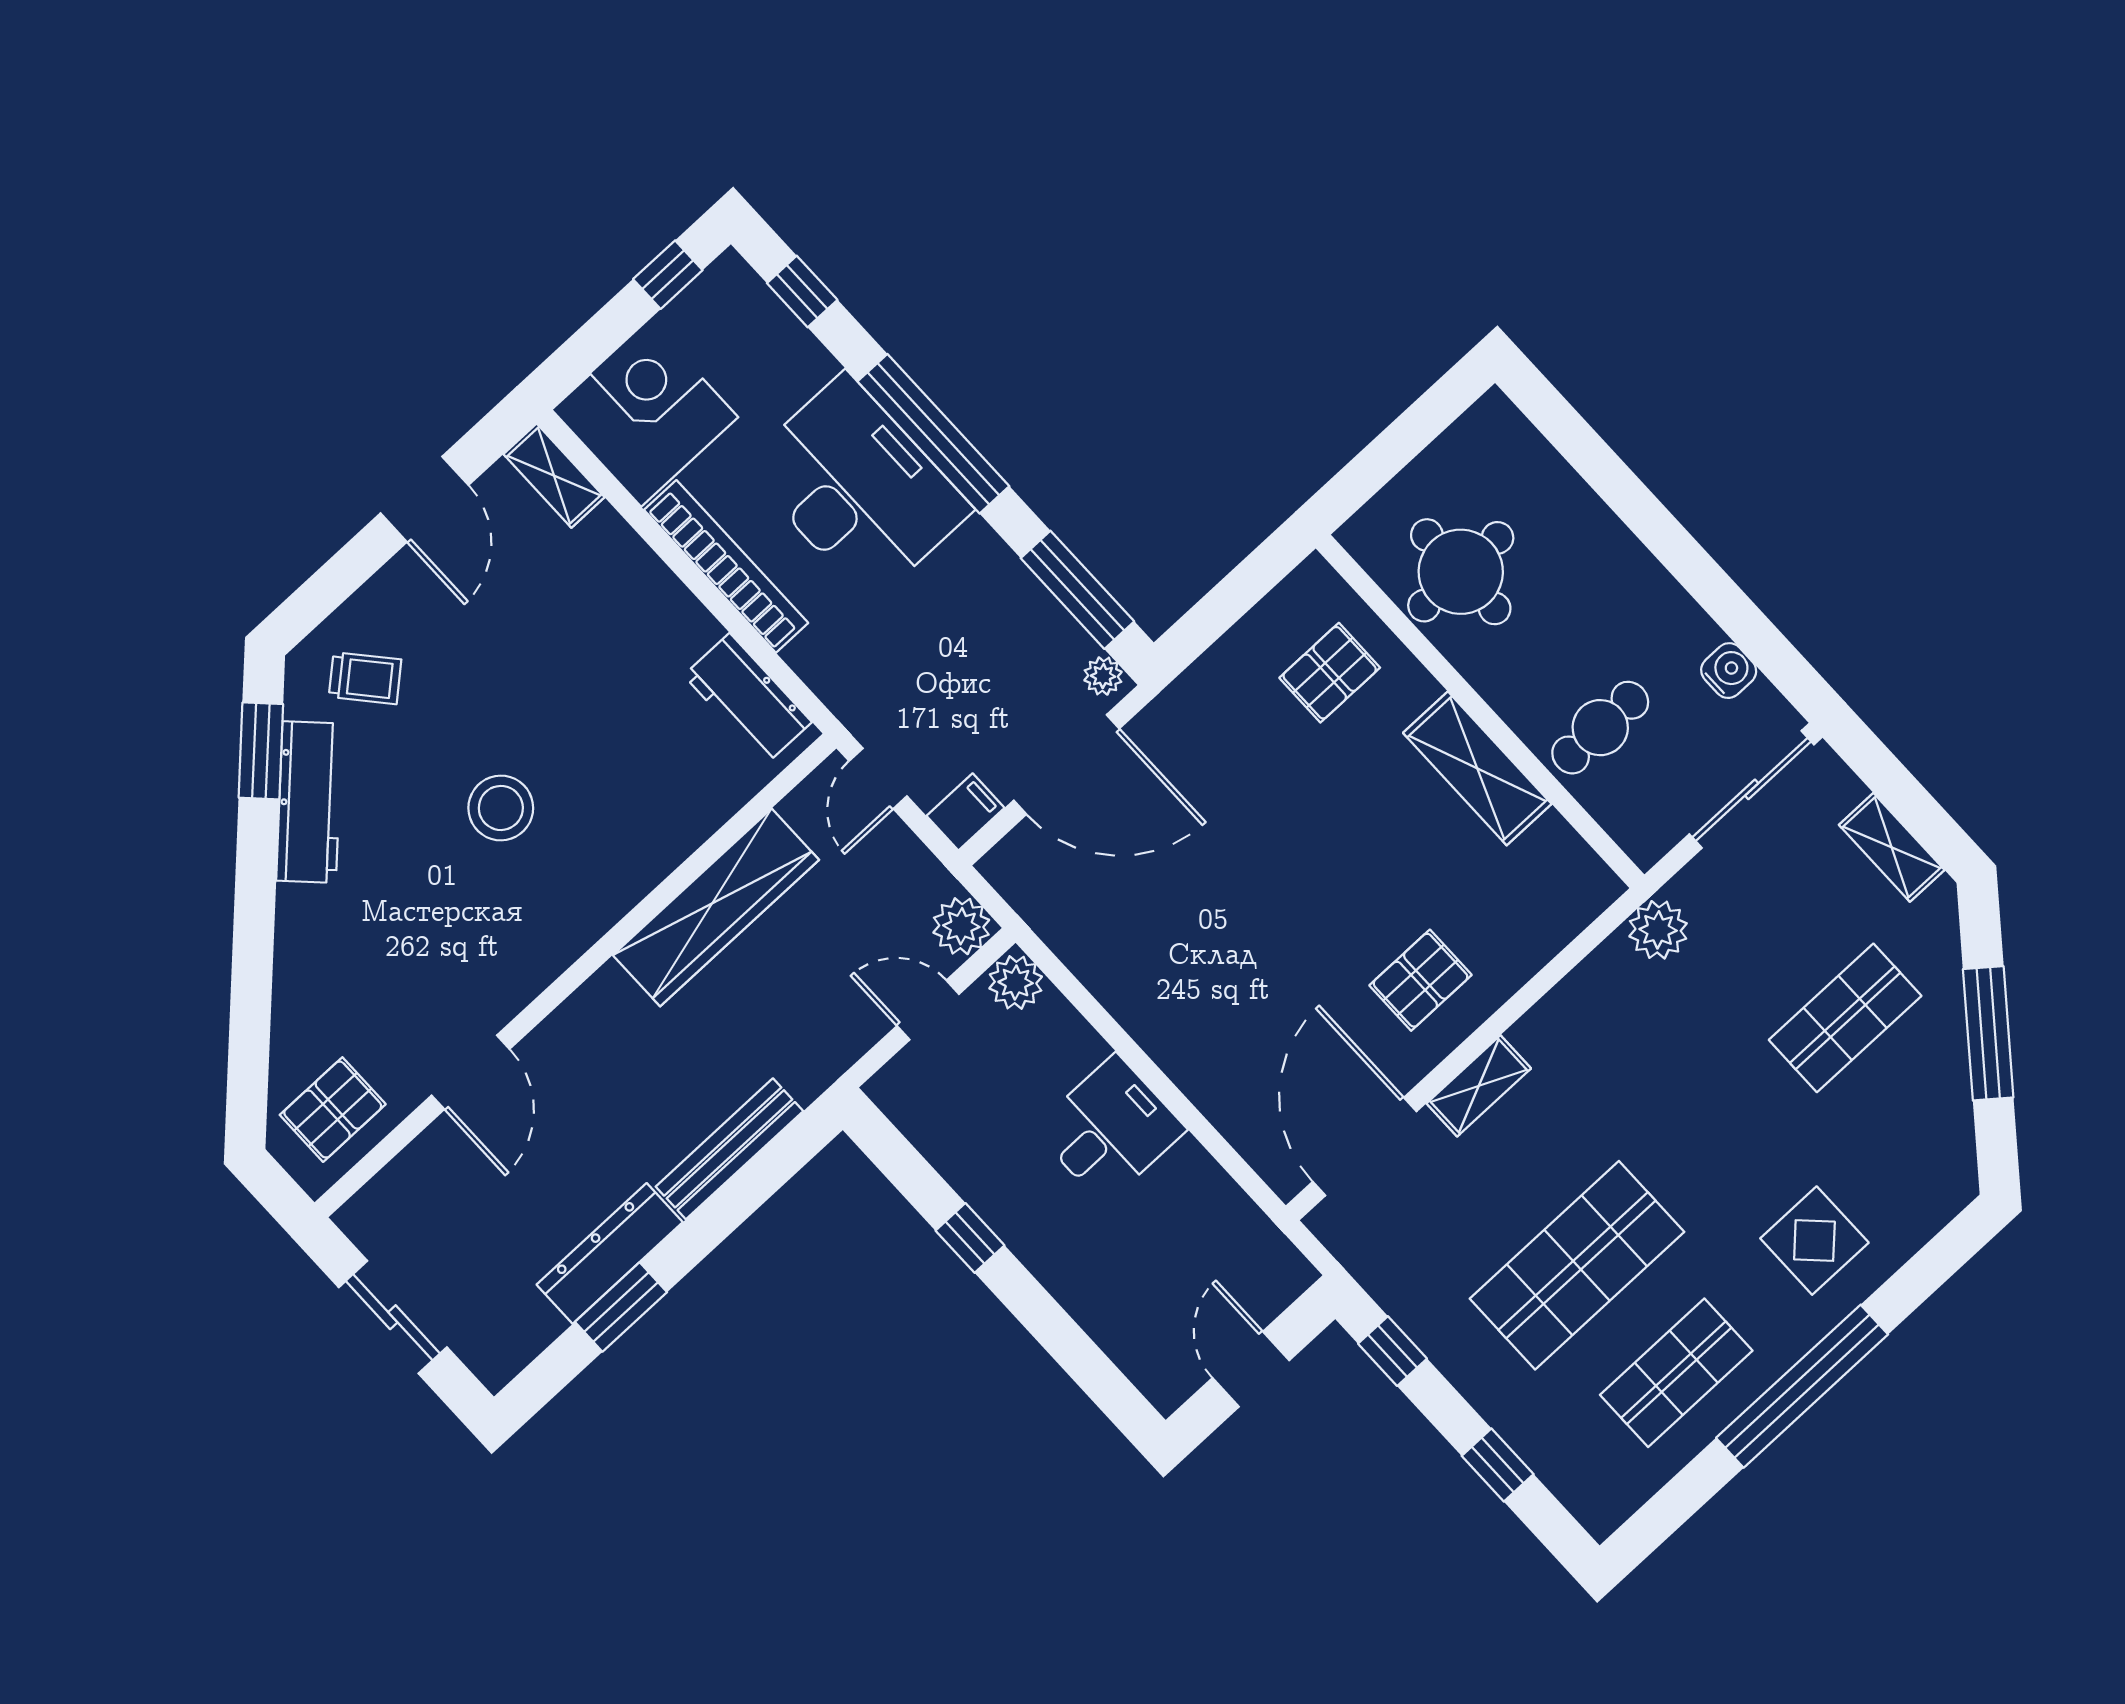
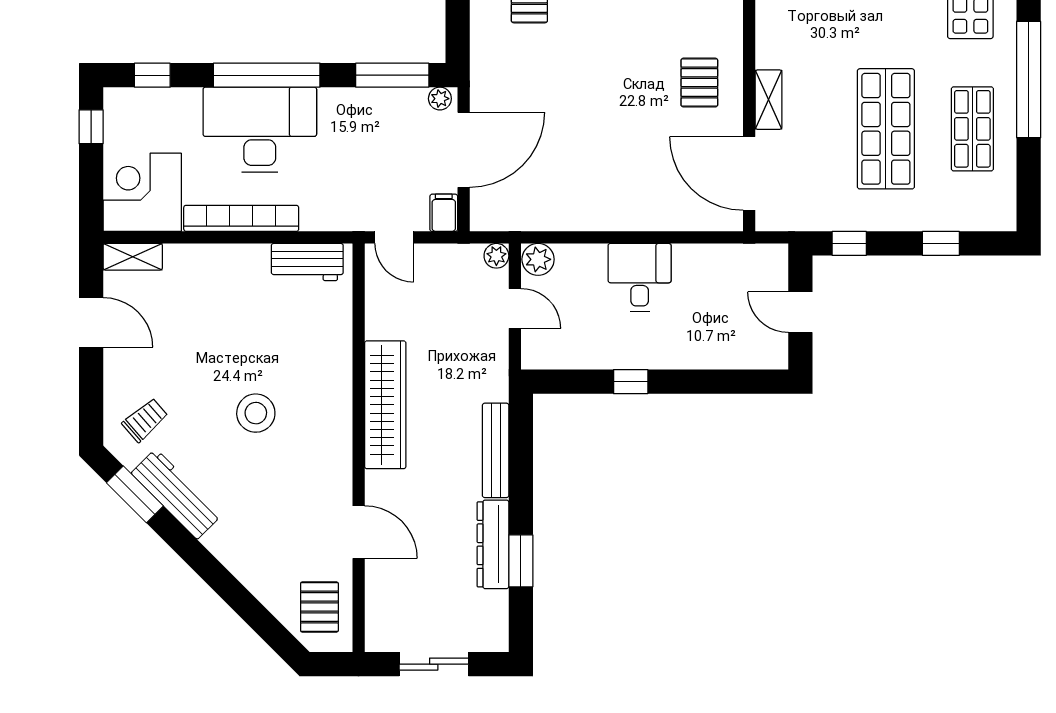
wardrobe: (716, 907) -> (385, 405), moved
plant: (961, 926) -> (496, 256), width x0.73, depth x0.73
door: (928, 1010) -> (515, 308), swing flipped

